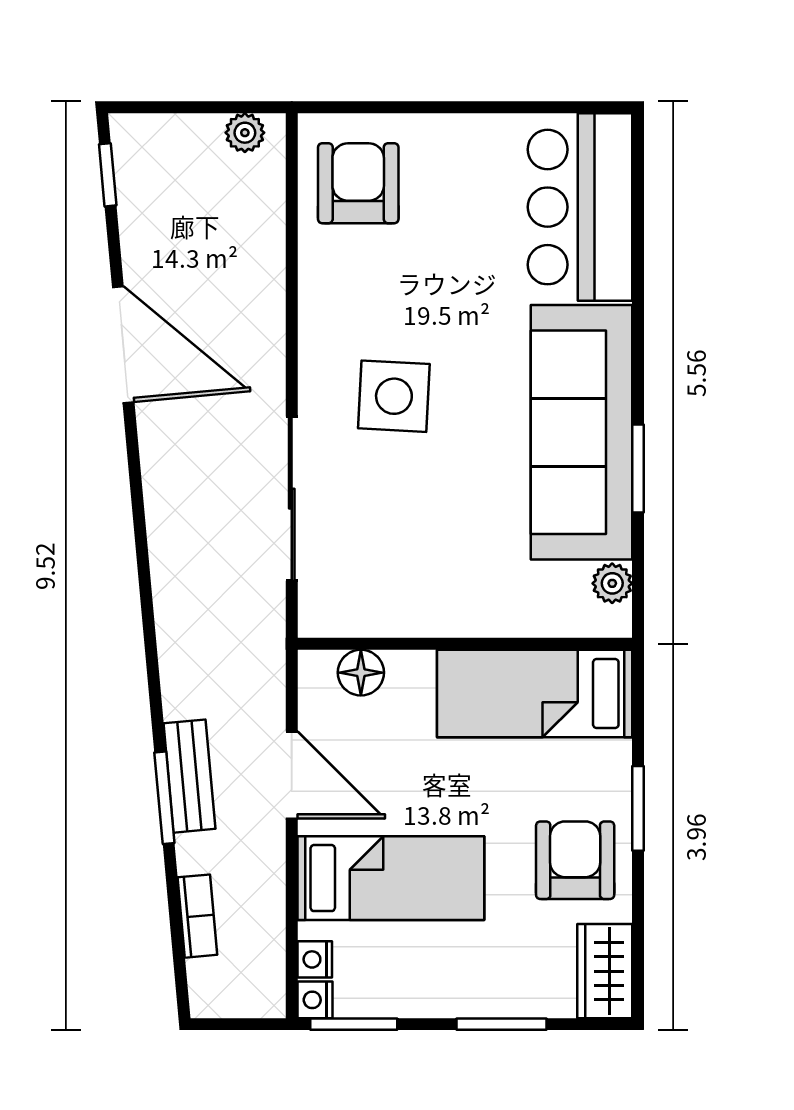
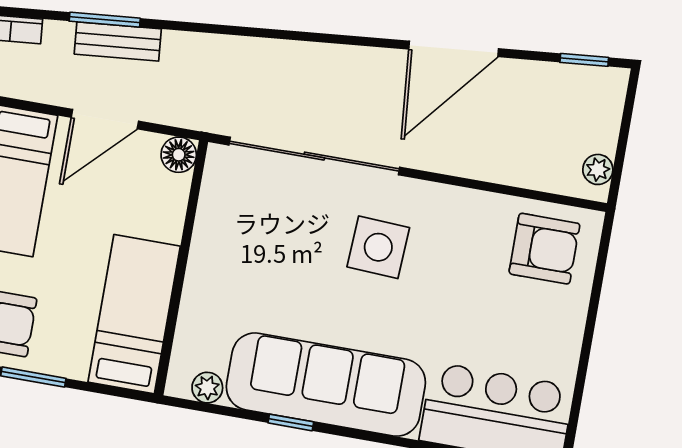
window: (638, 469) -> (291, 422), width x0.67
sliding door: (292, 499) -> (314, 156), width x1.36
floor lamp: (361, 673) -> (179, 155), moved

